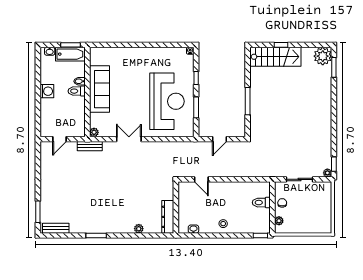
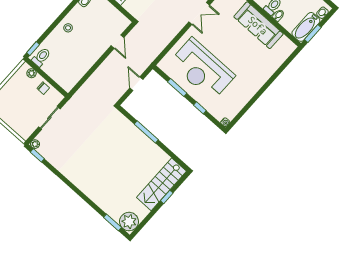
door: (201, 179) -> (118, 42), swing flipped
toilet: (261, 203) -> (41, 57), moved

